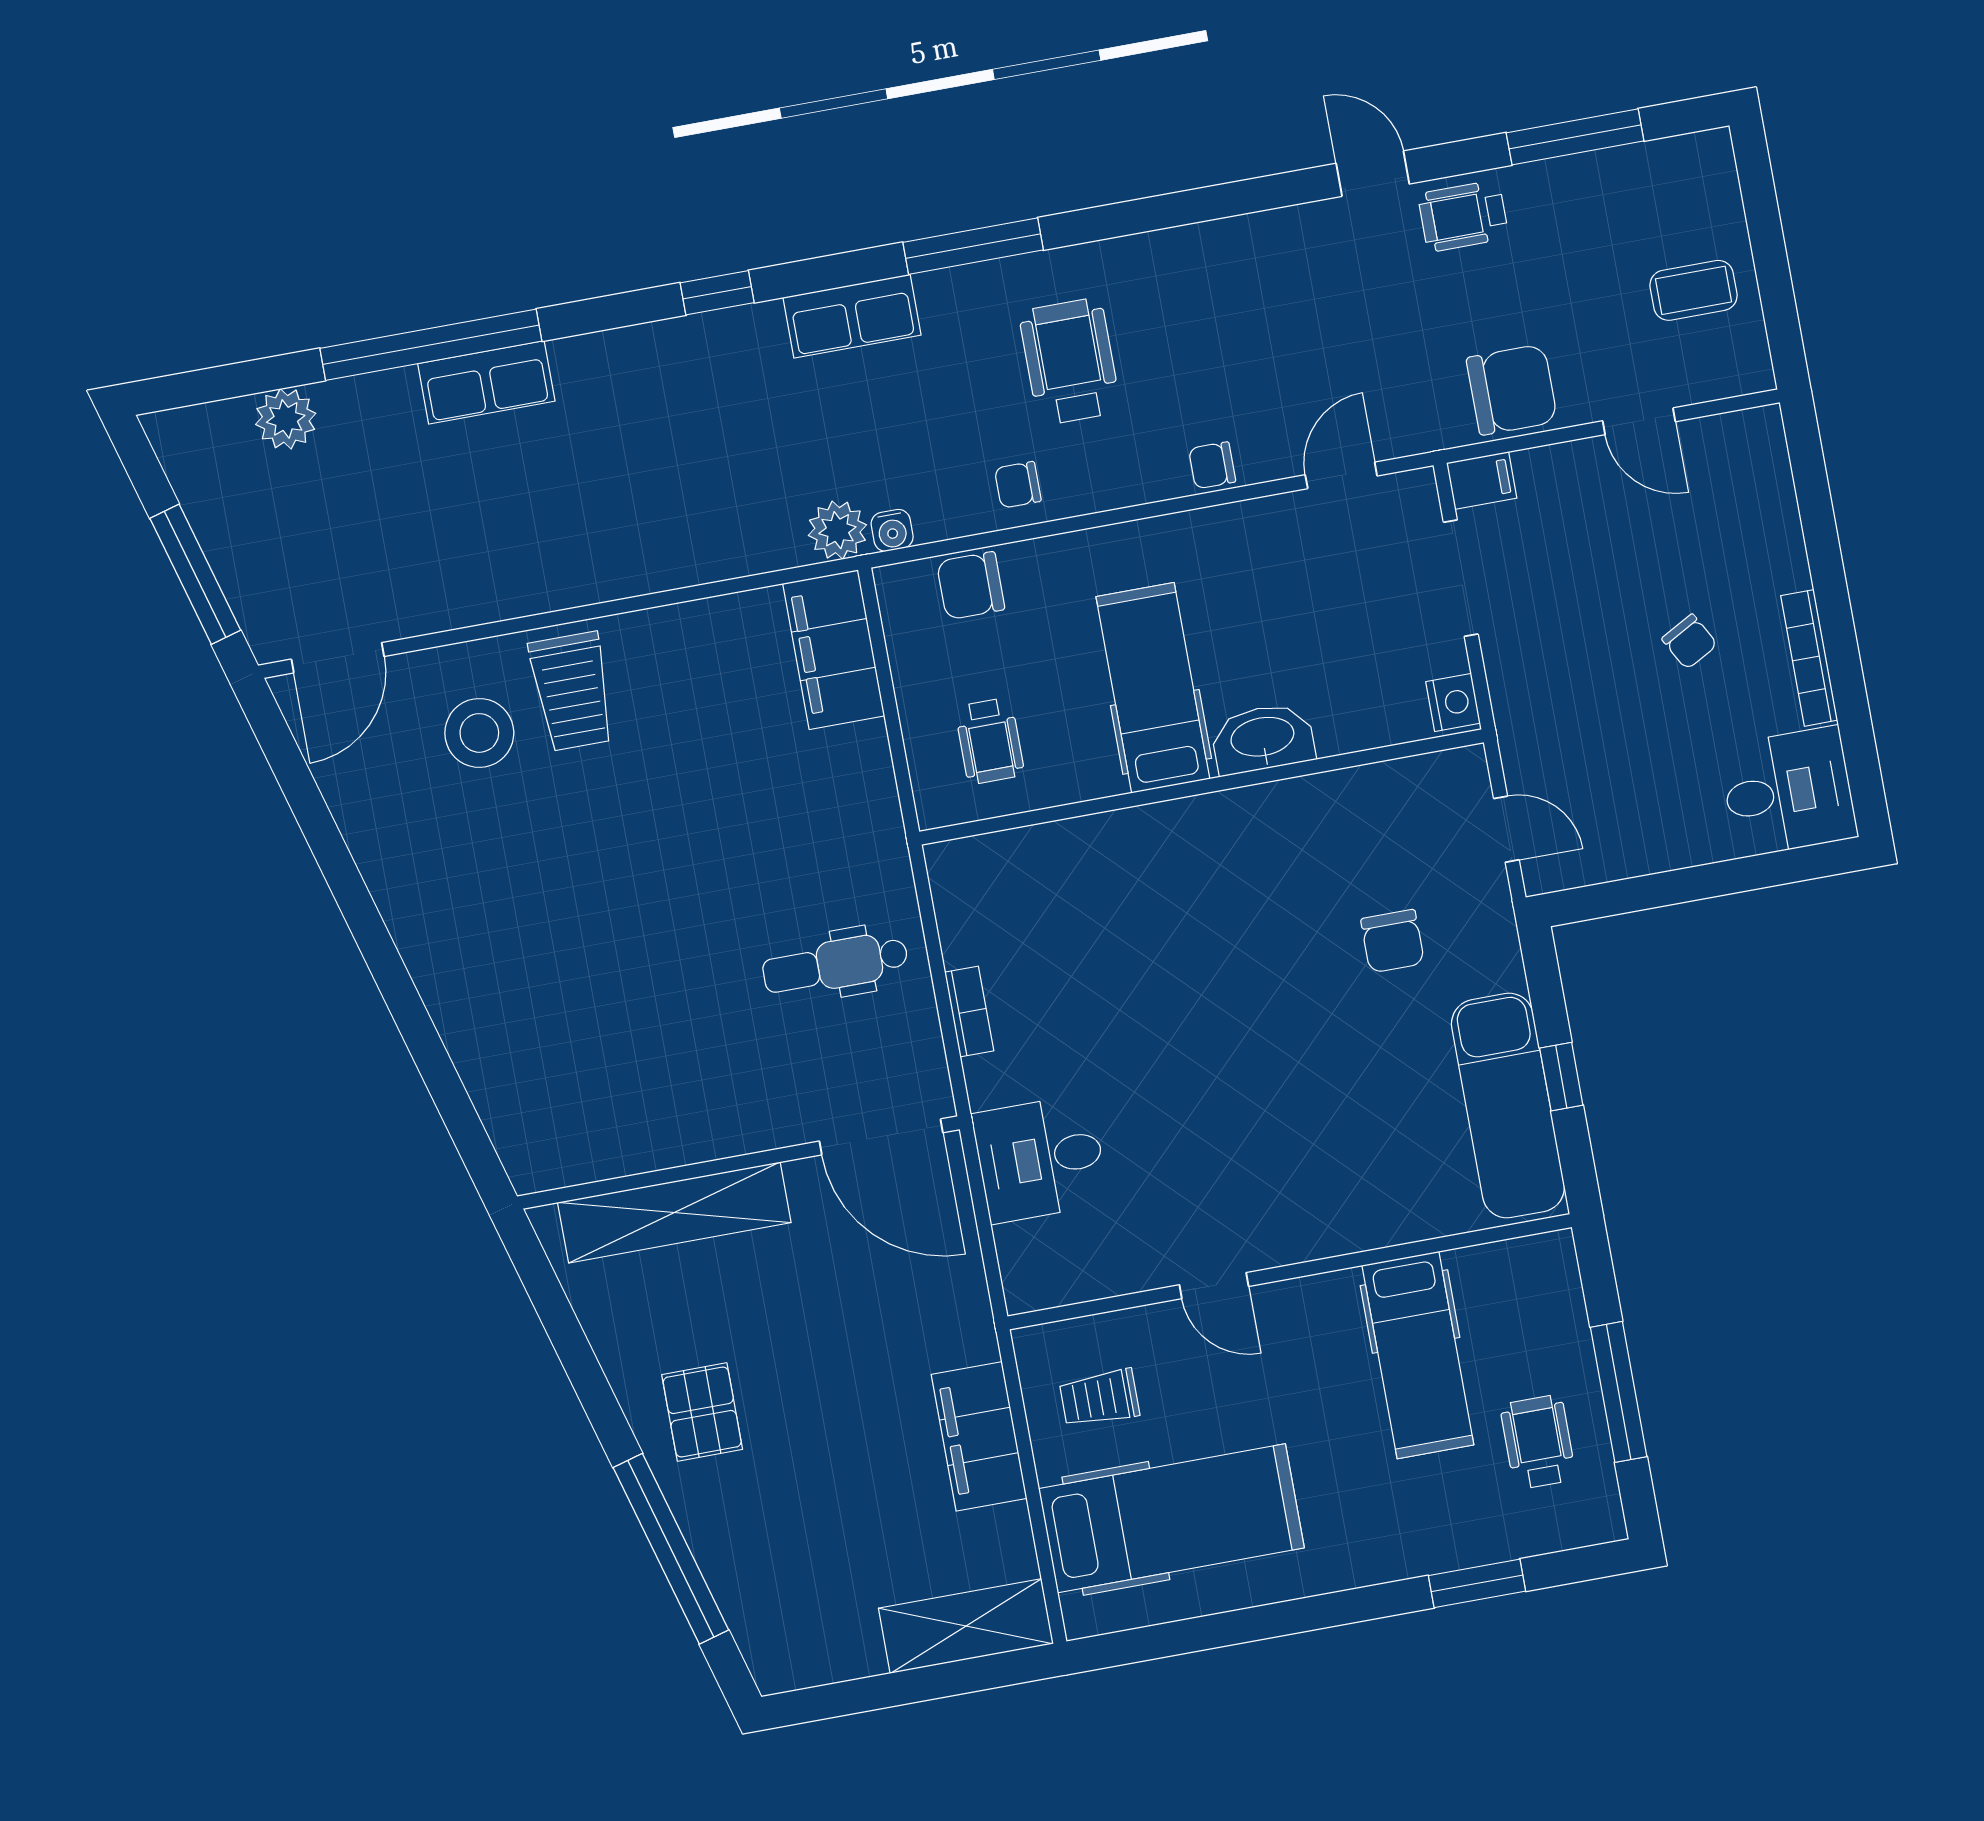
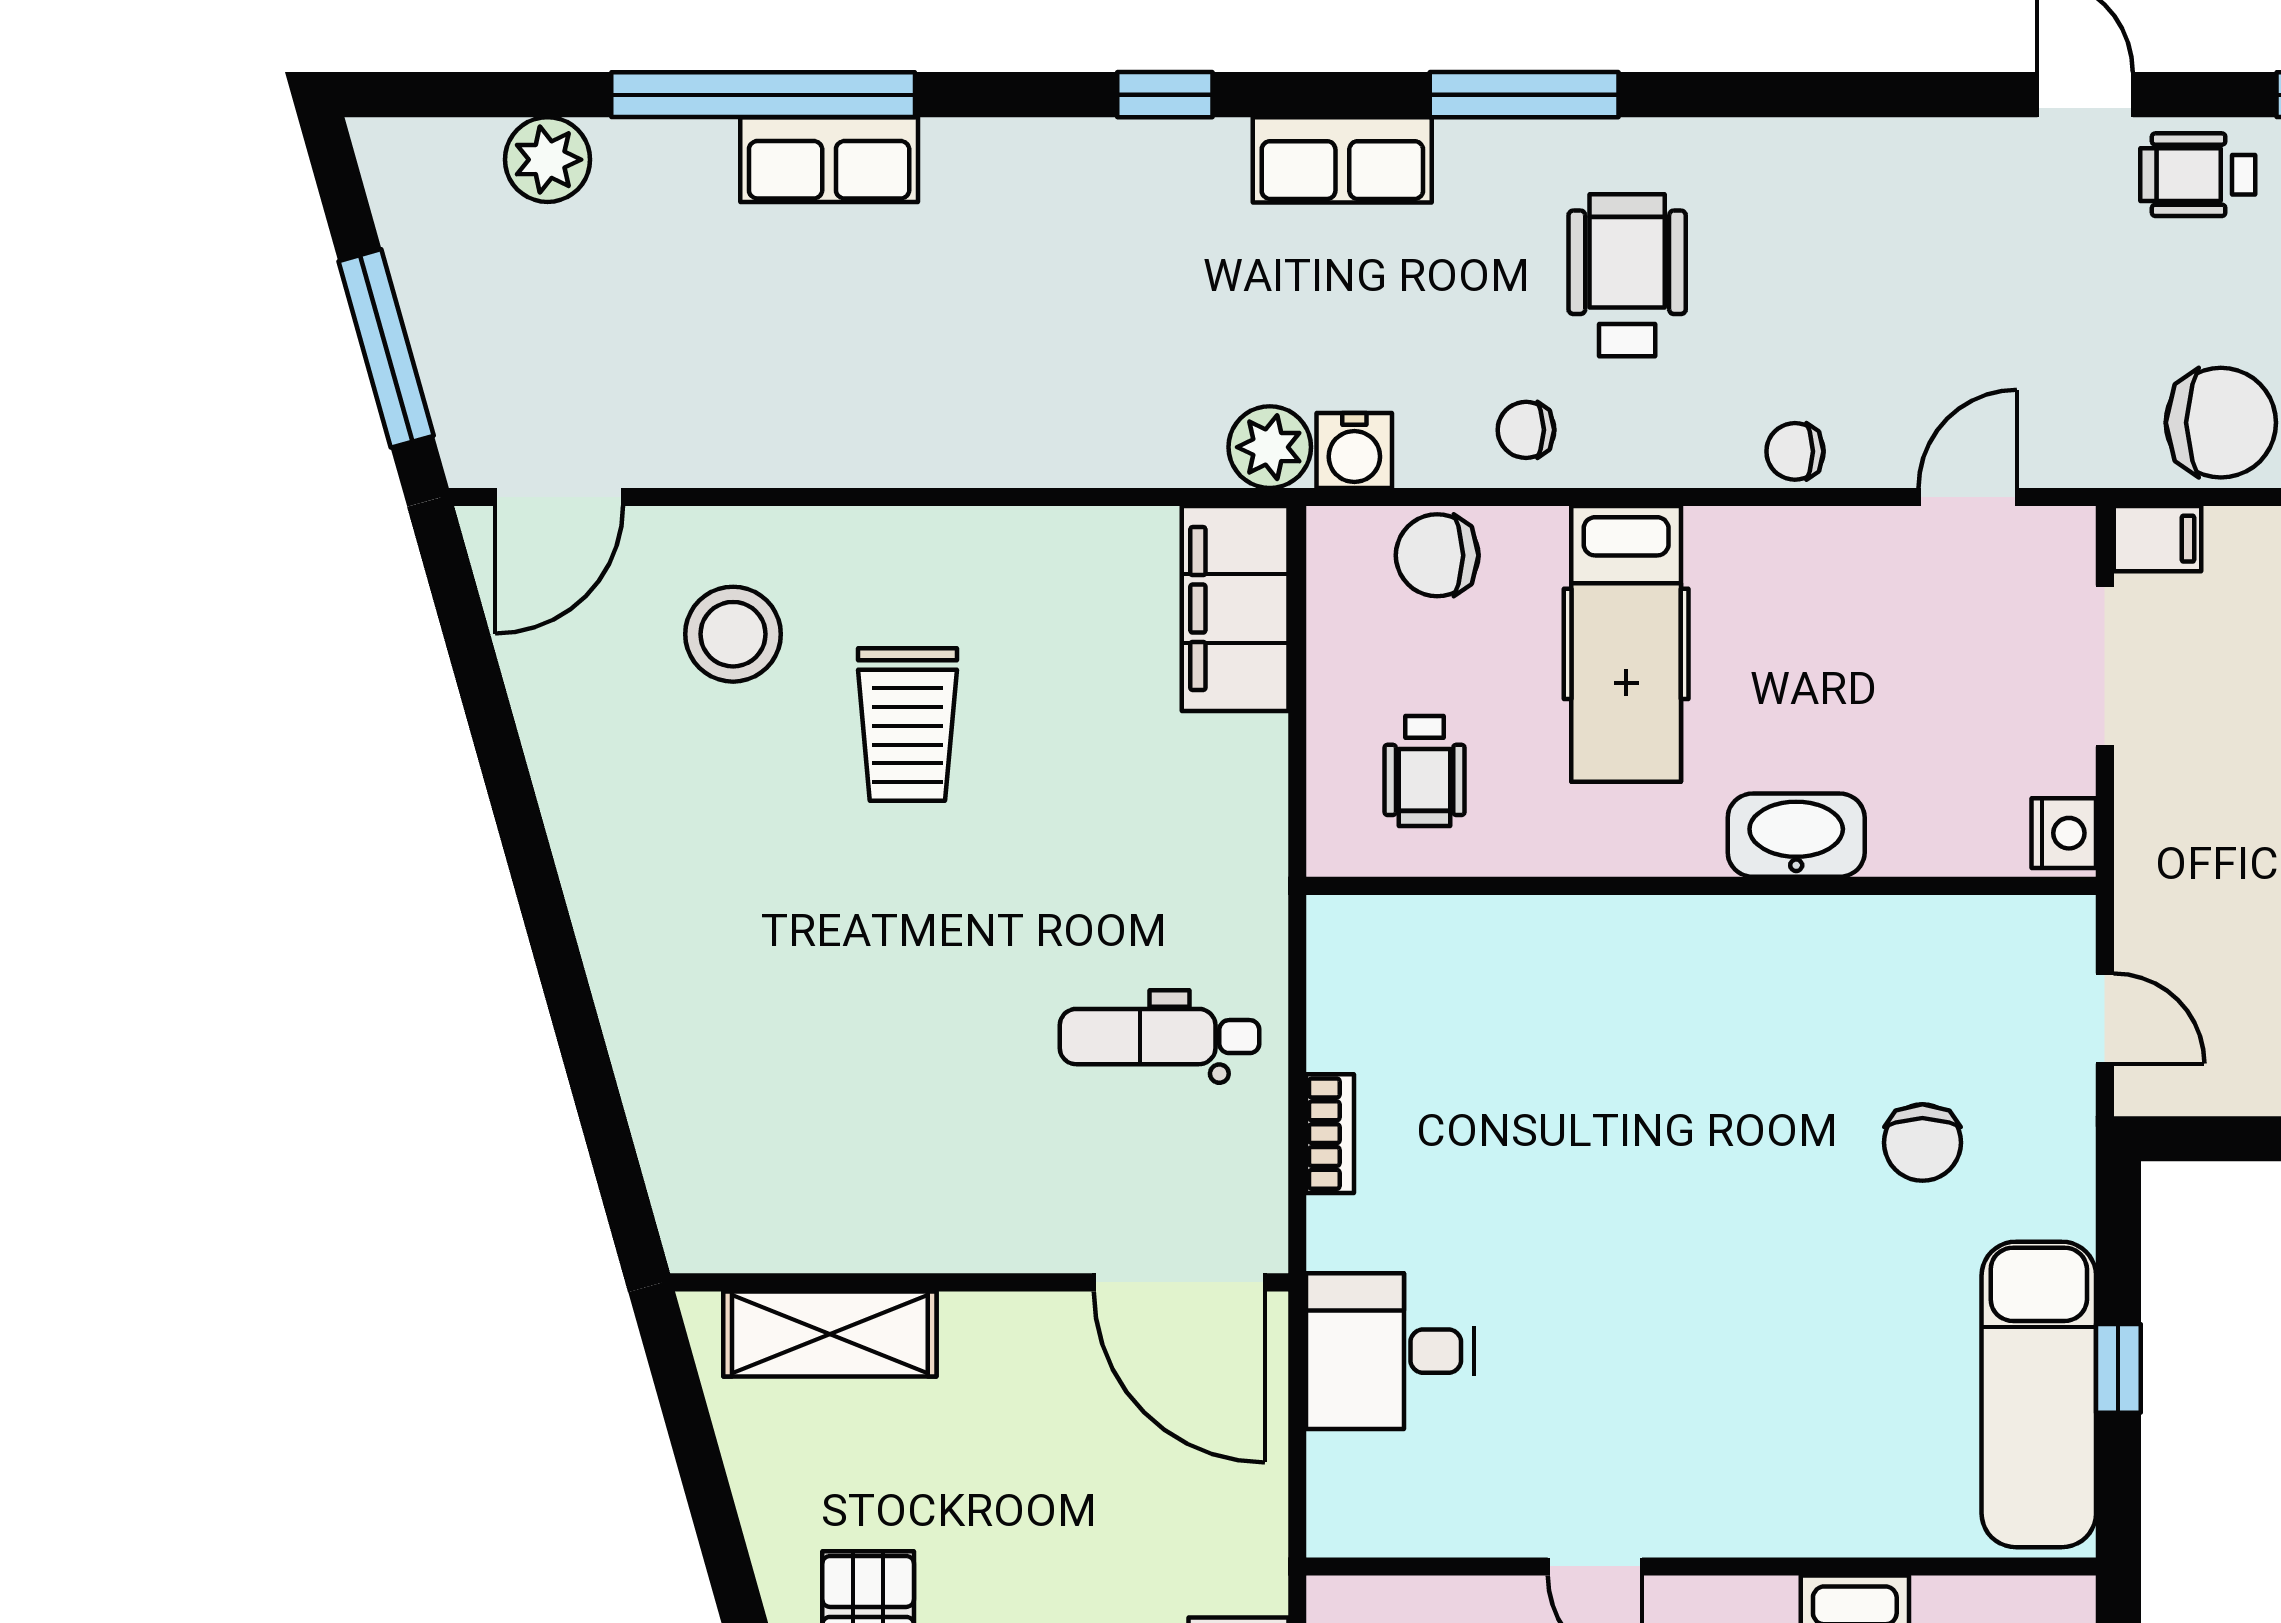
water cooler: (892, 530) -> (1354, 450), width x1.38, depth x1.38
hospital bed: (1153, 688) -> (1626, 644), moved, turned 180
trolley: (572, 691) -> (907, 725), moved
shelving: (674, 1212) -> (830, 1334), width x0.68

